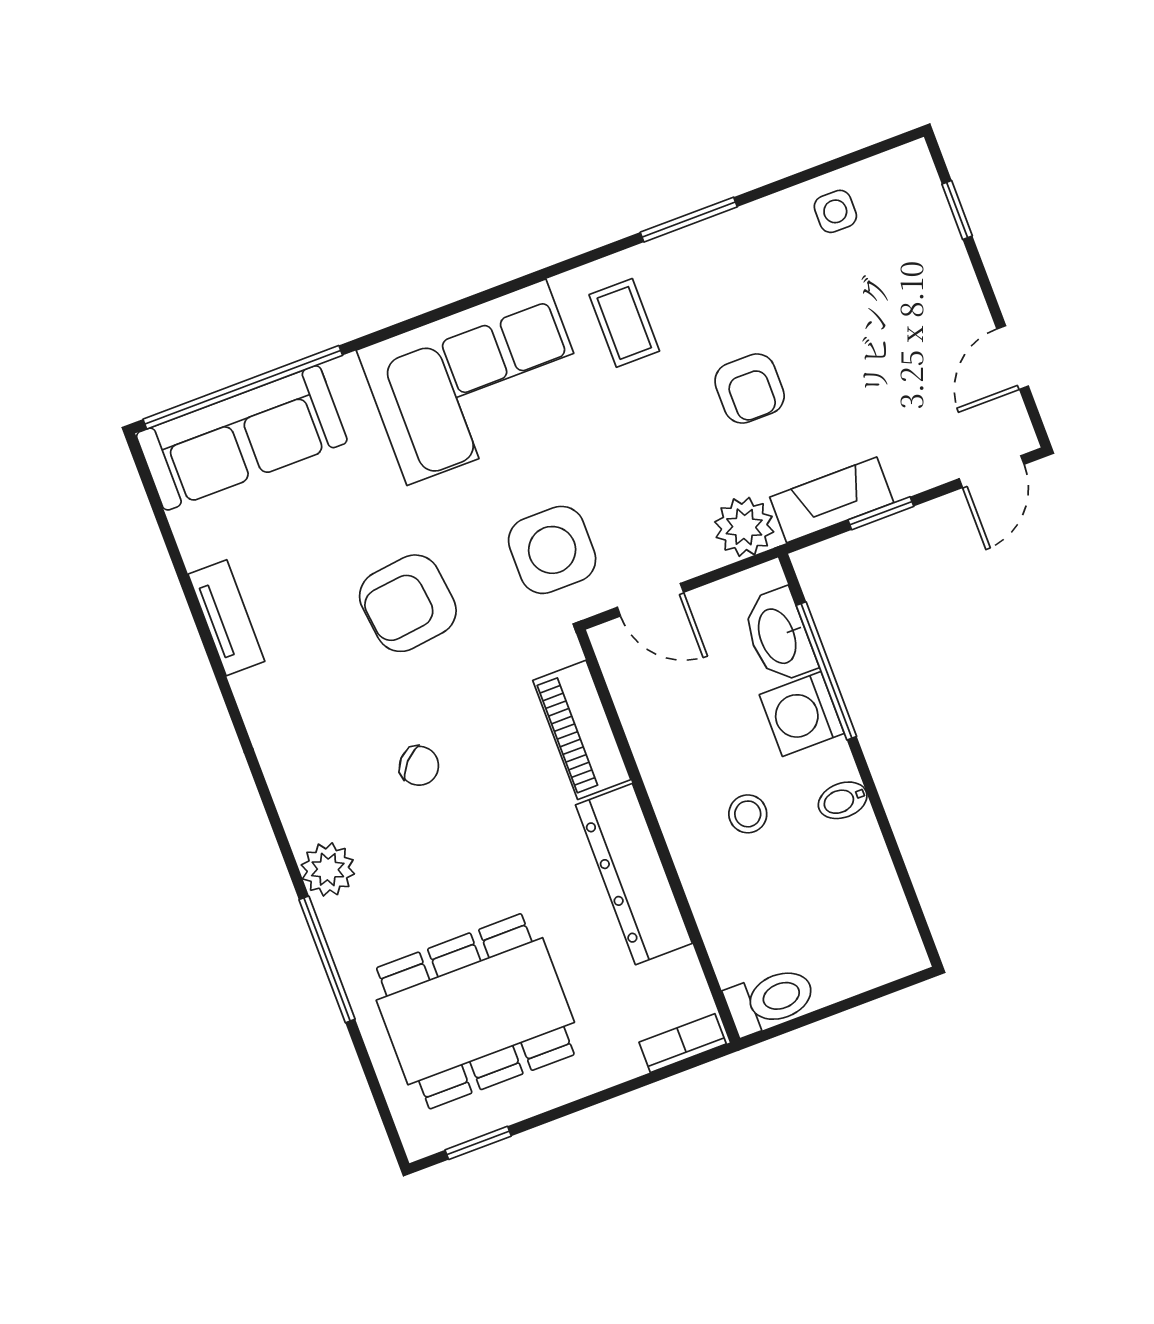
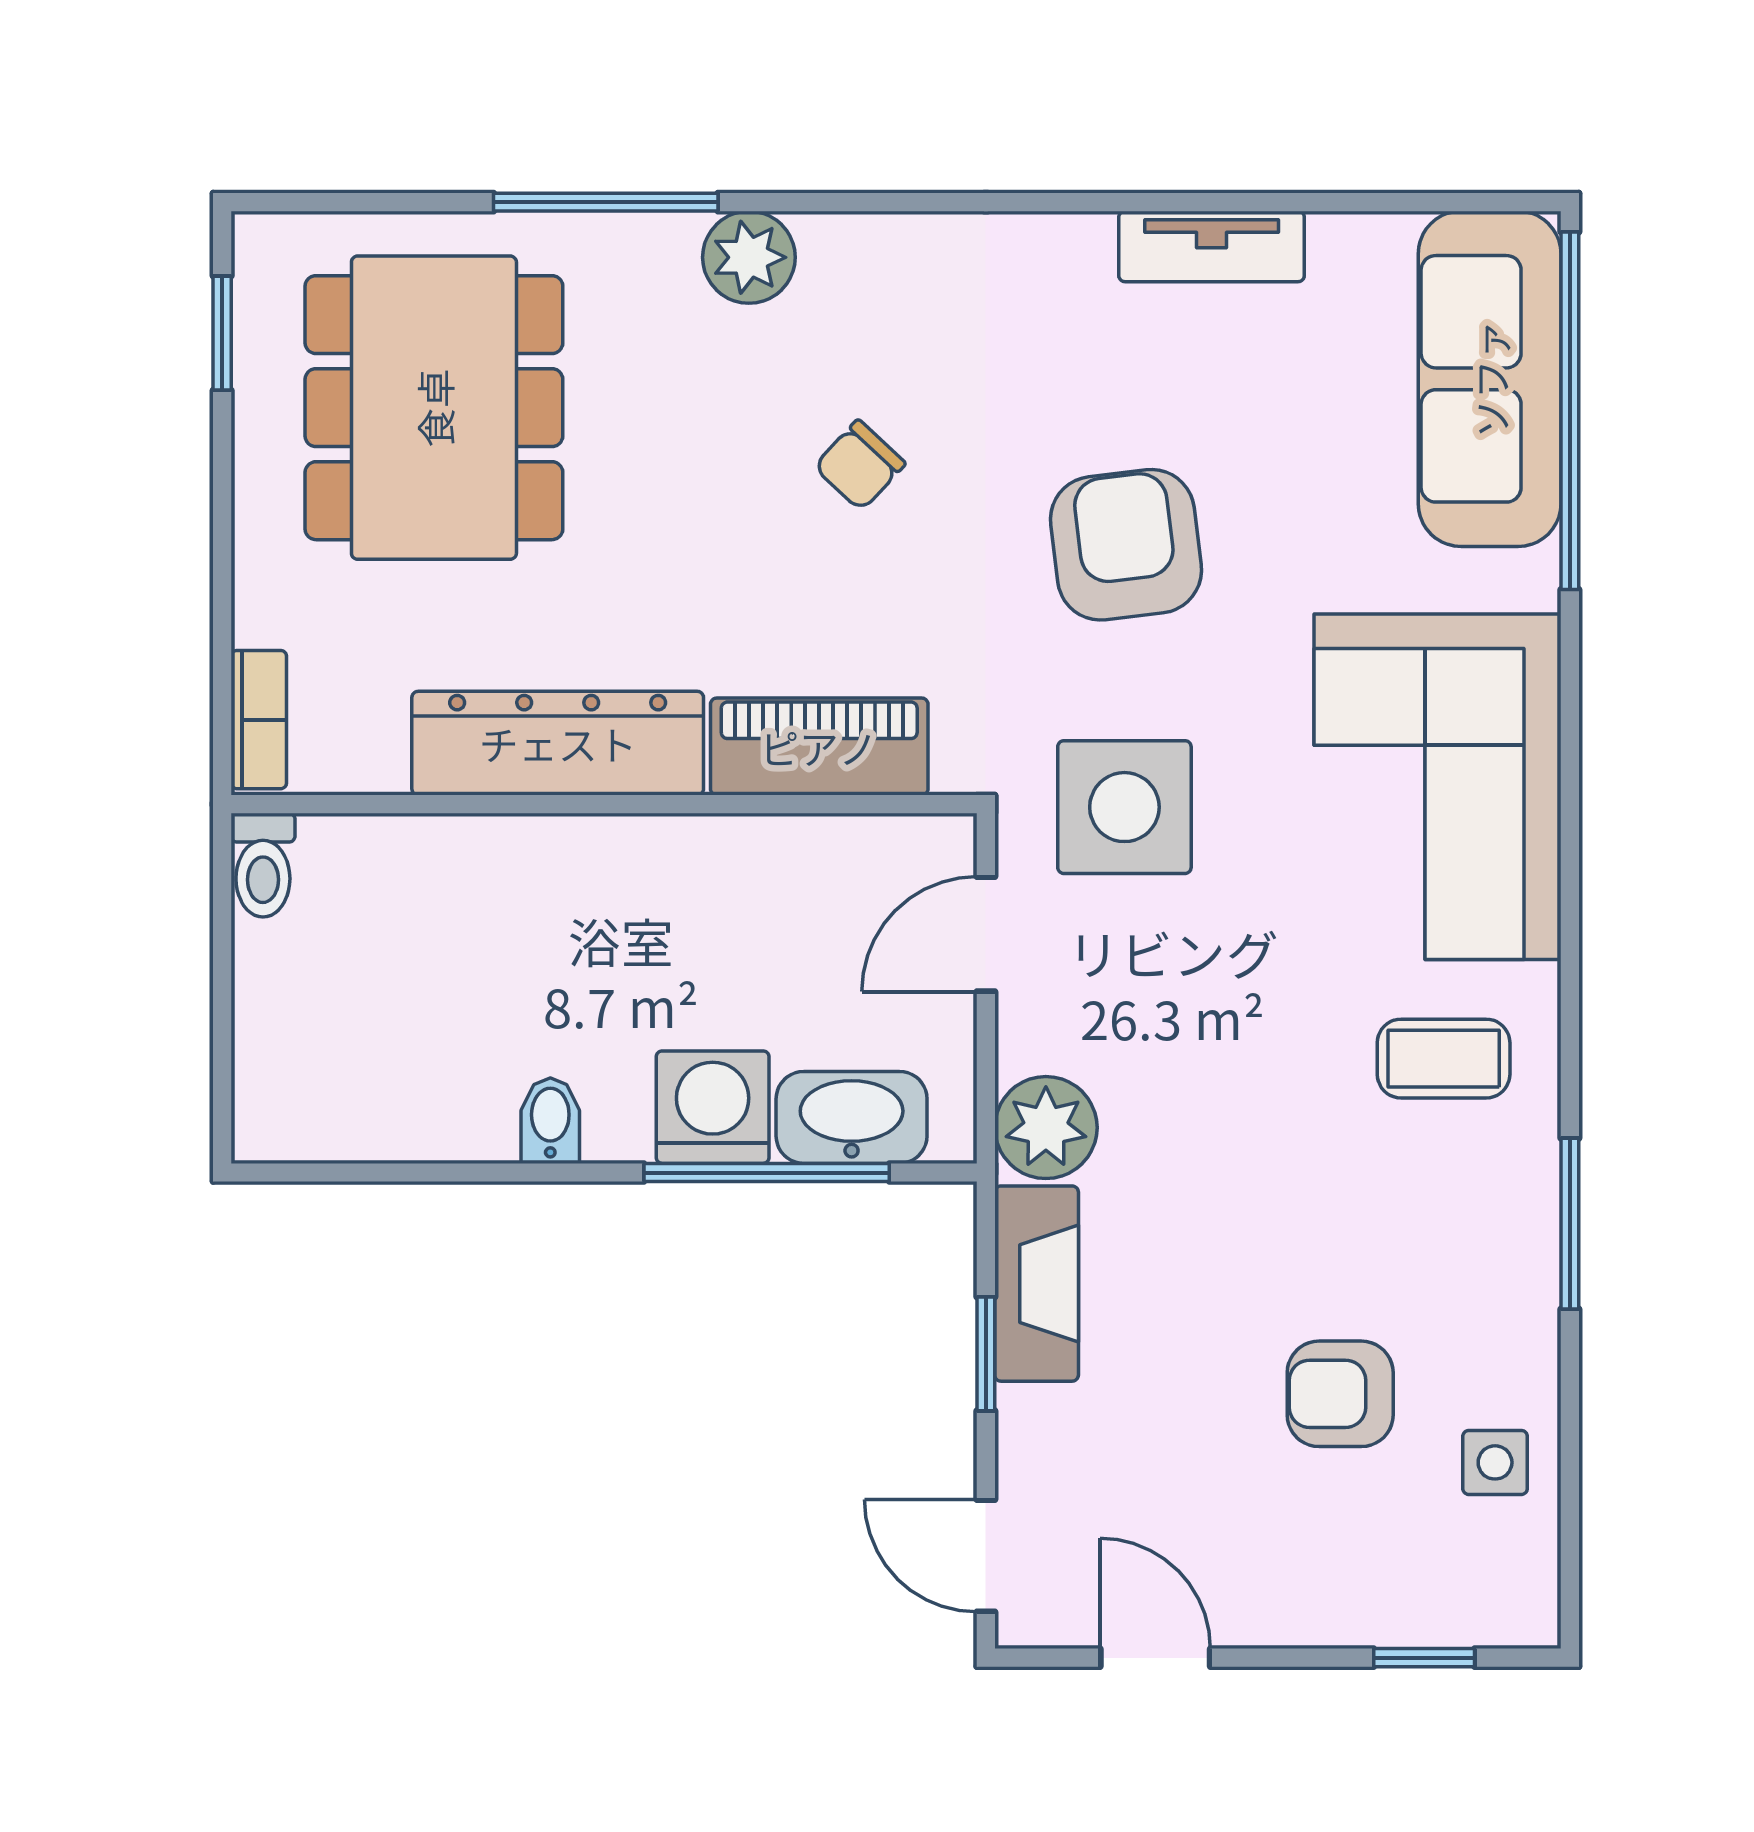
armchair: (750, 388) -> (1340, 1394), moved
stool: (748, 814) -> (586, 961), removed
toilet: (770, 1000) -> (263, 865), width x0.73, depth x0.72

